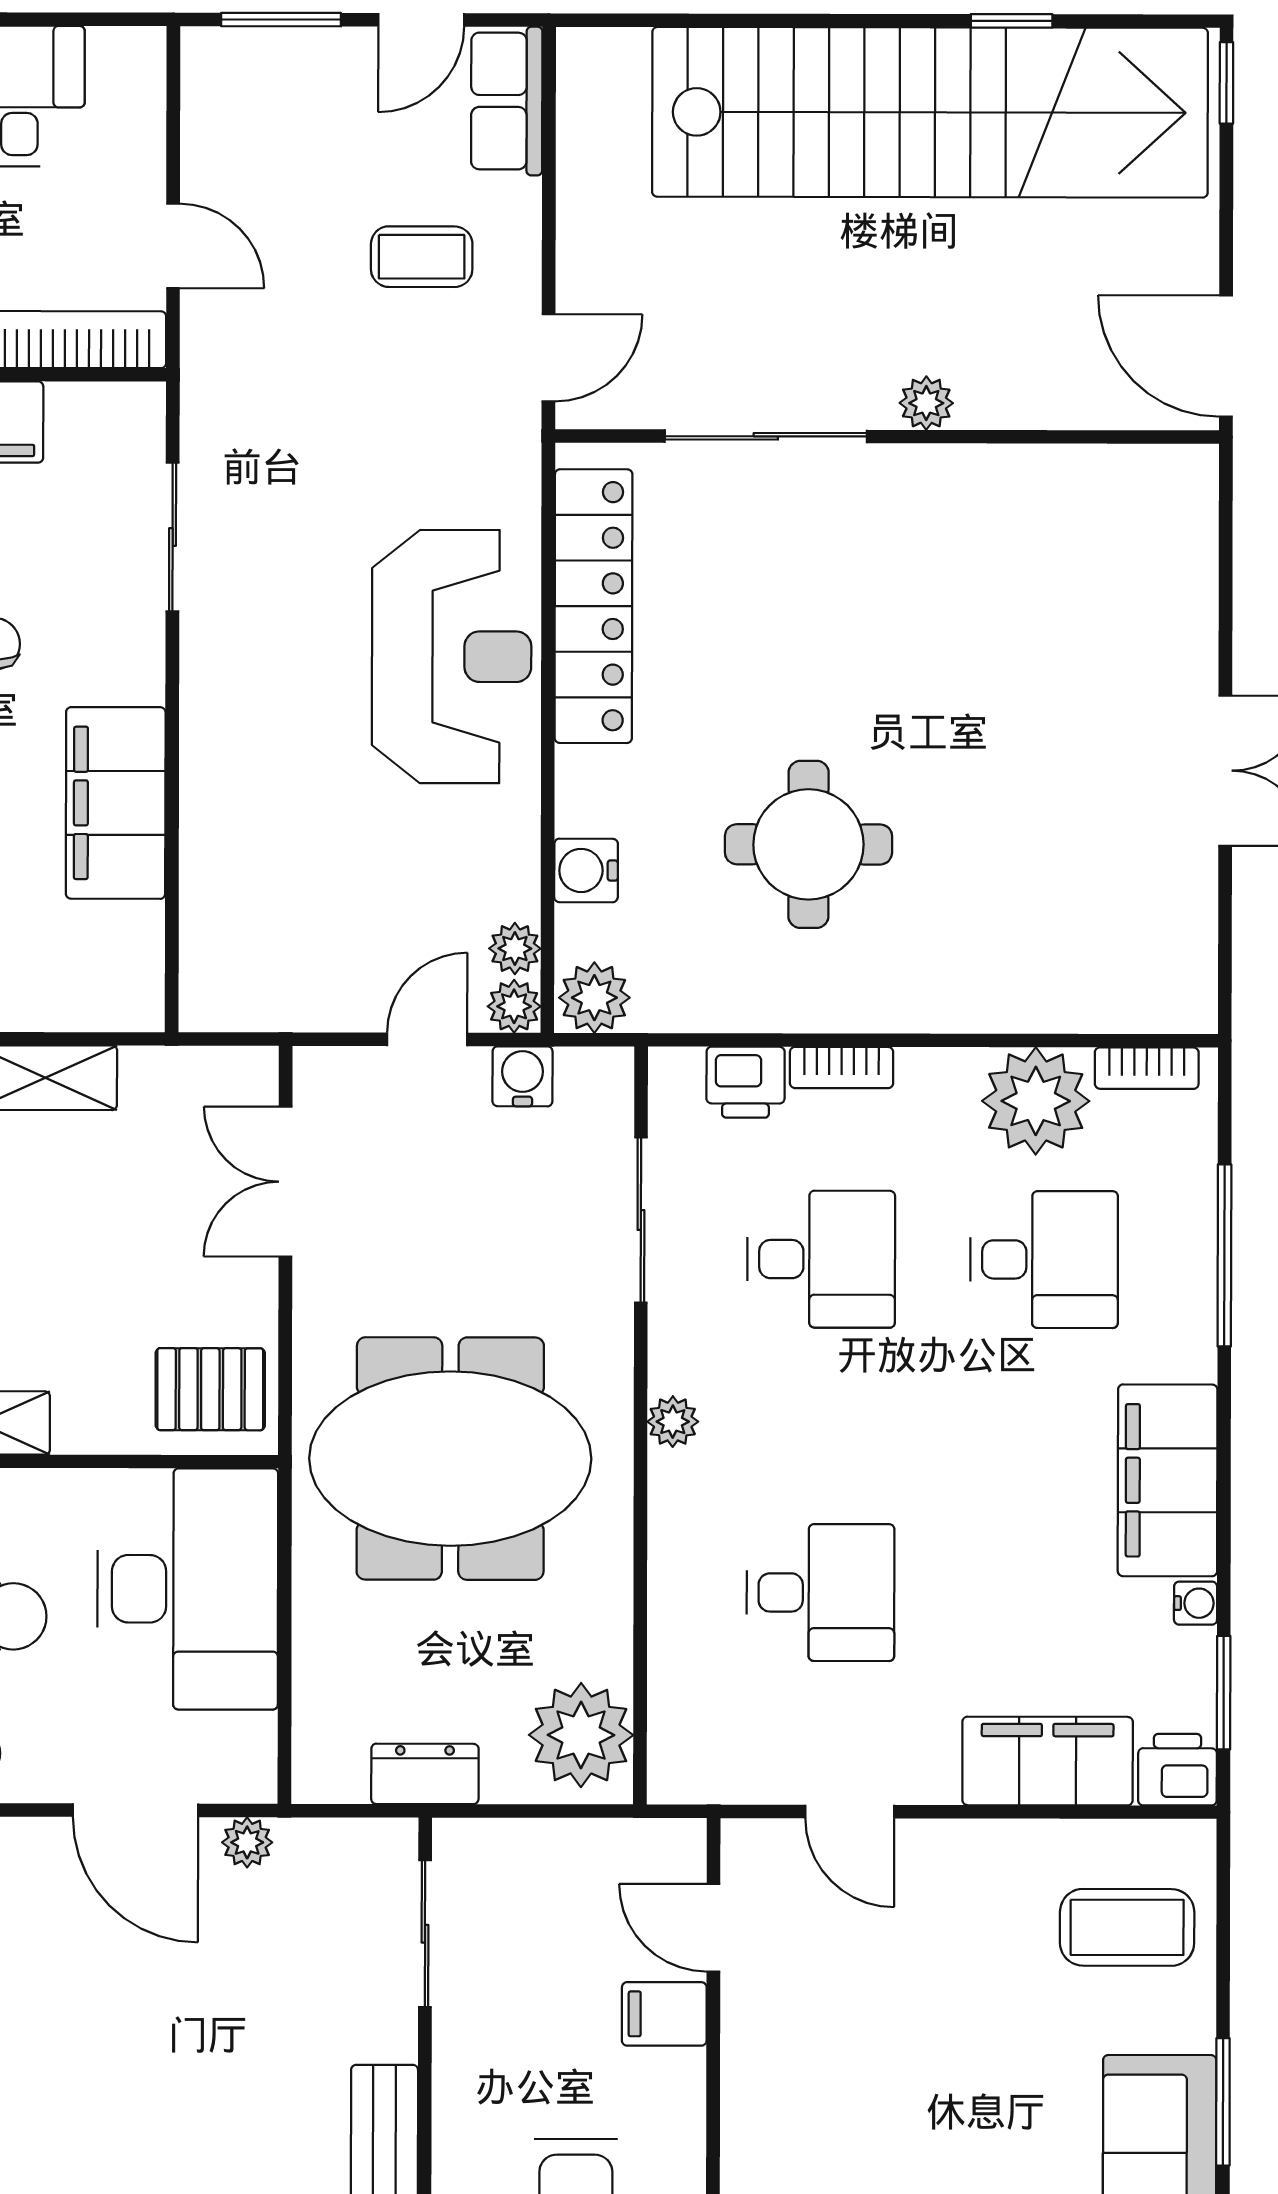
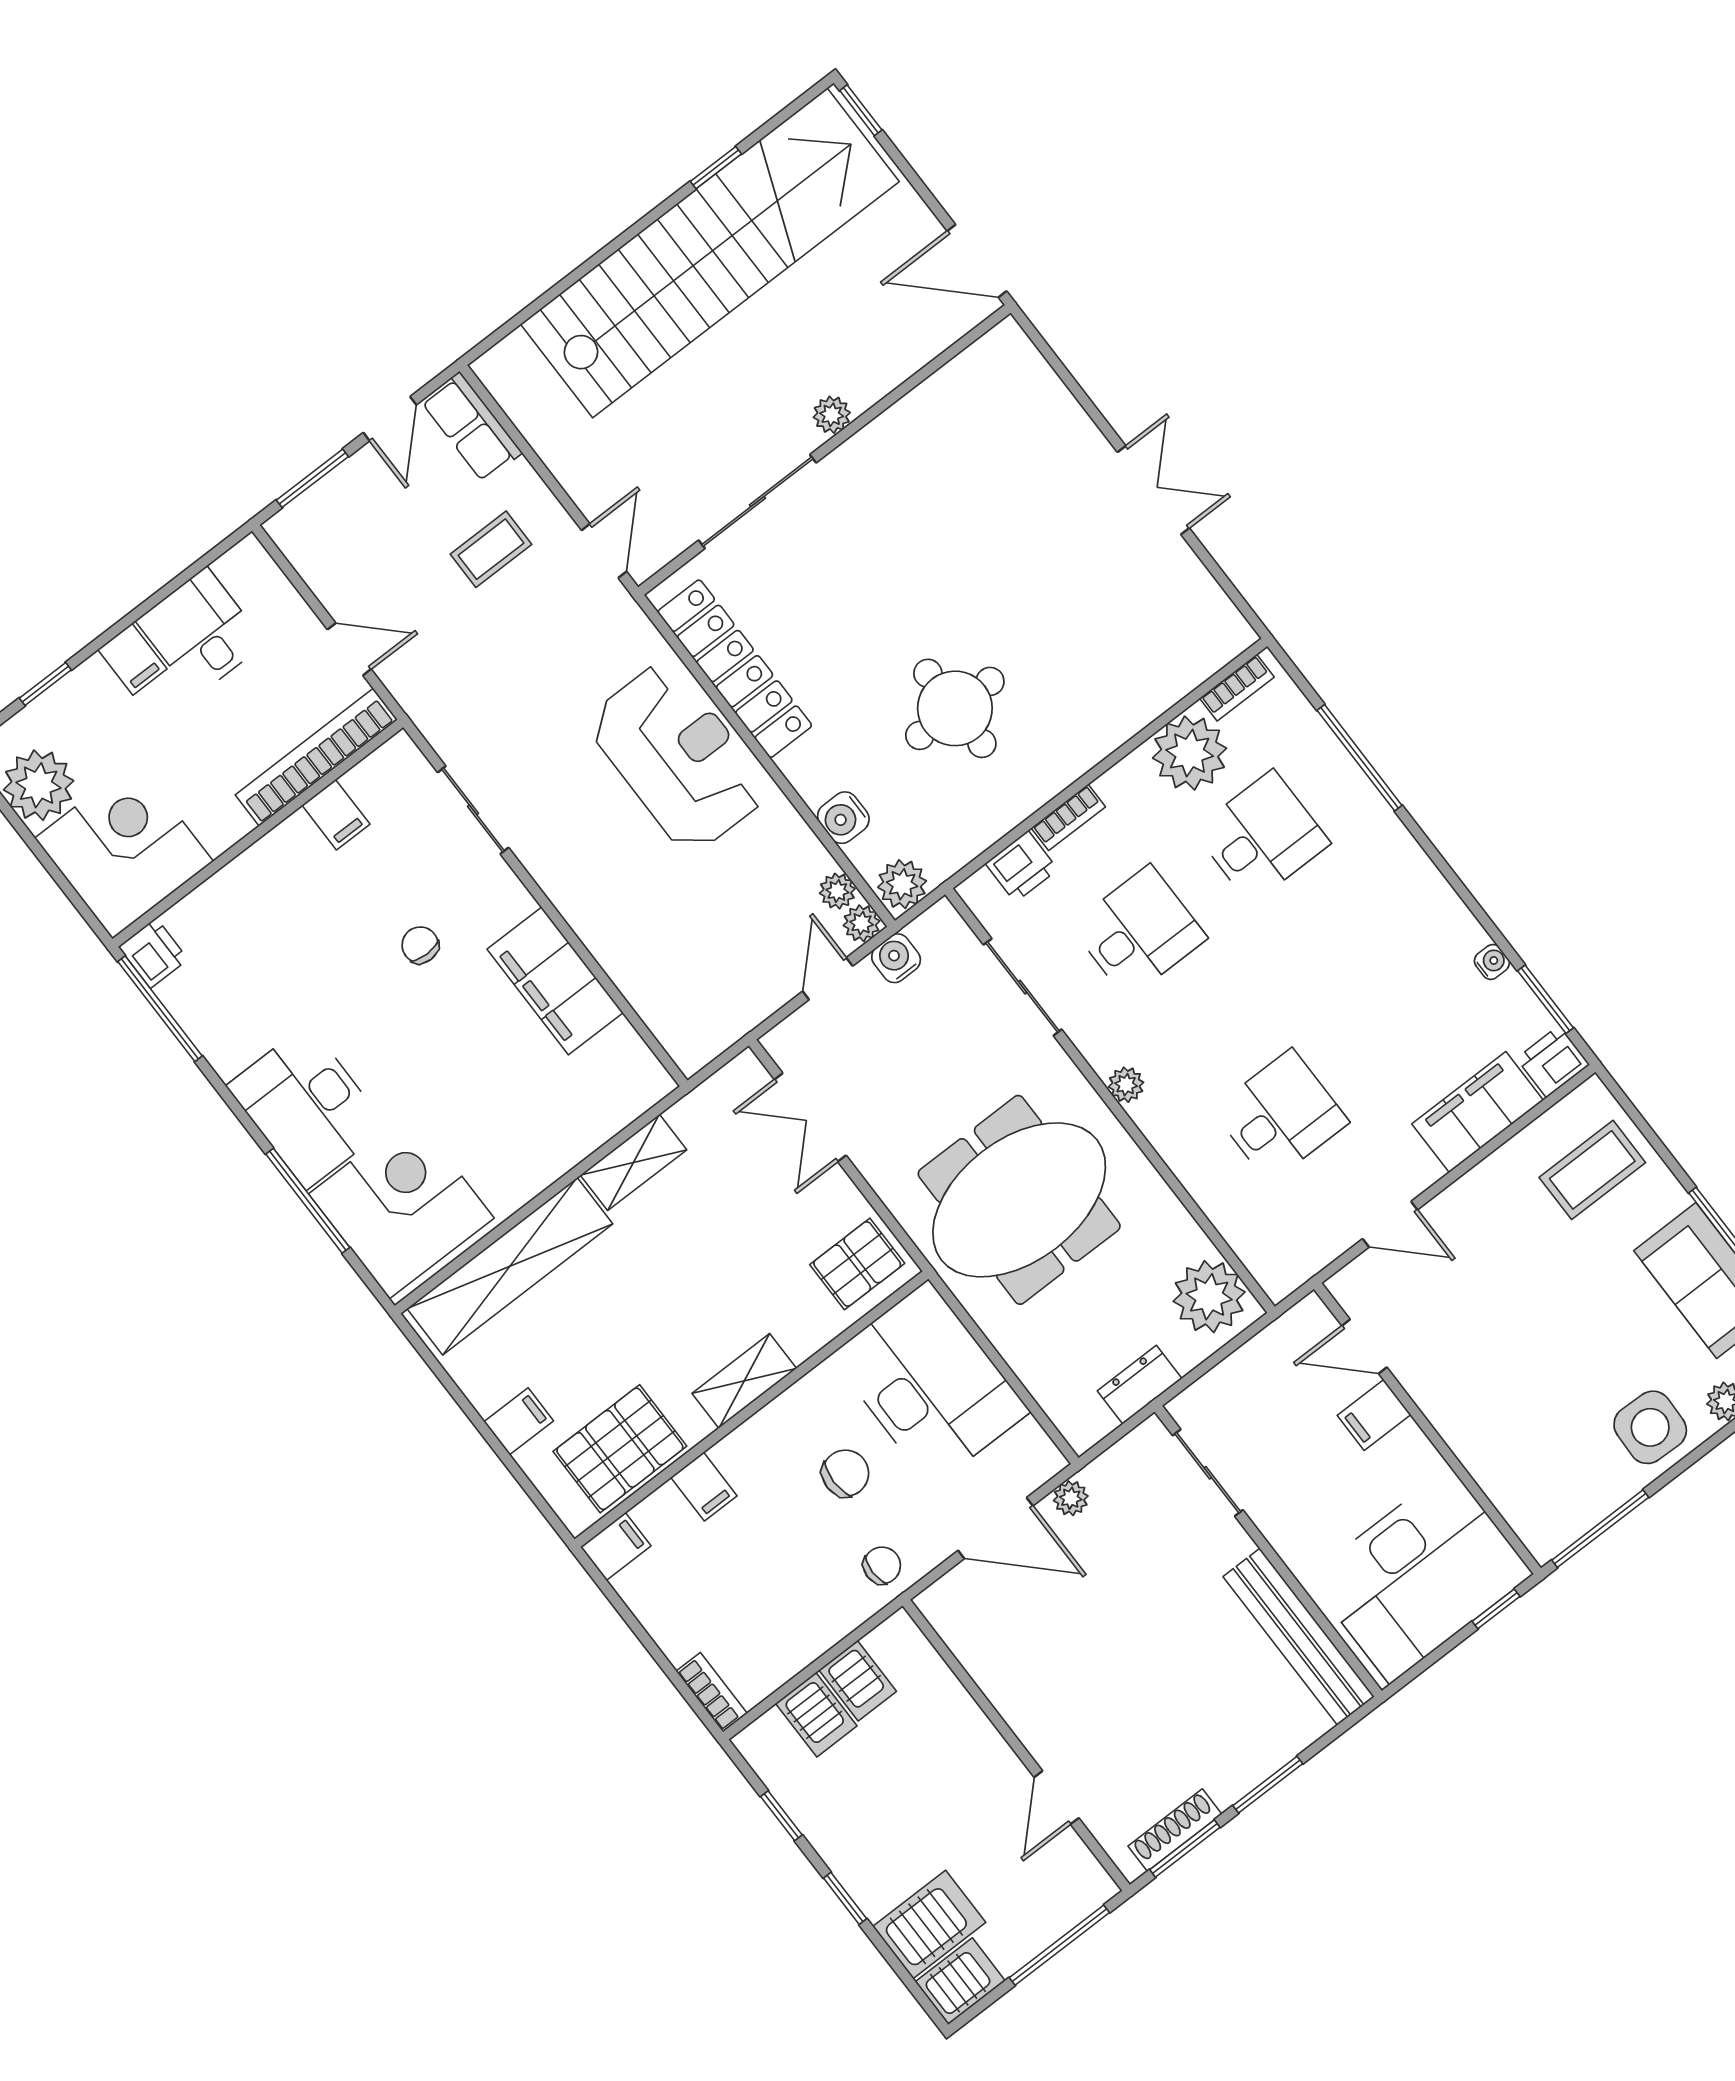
filing cabinet: (1168, 1480) -> (1424, 906), removed

